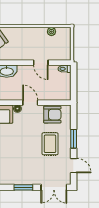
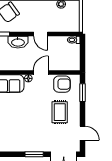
door: (41, 63) -> (41, 34), moved
door: (30, 103) -> (41, 72), hinge flipped
window: (74, 139) -> (82, 93), moved

